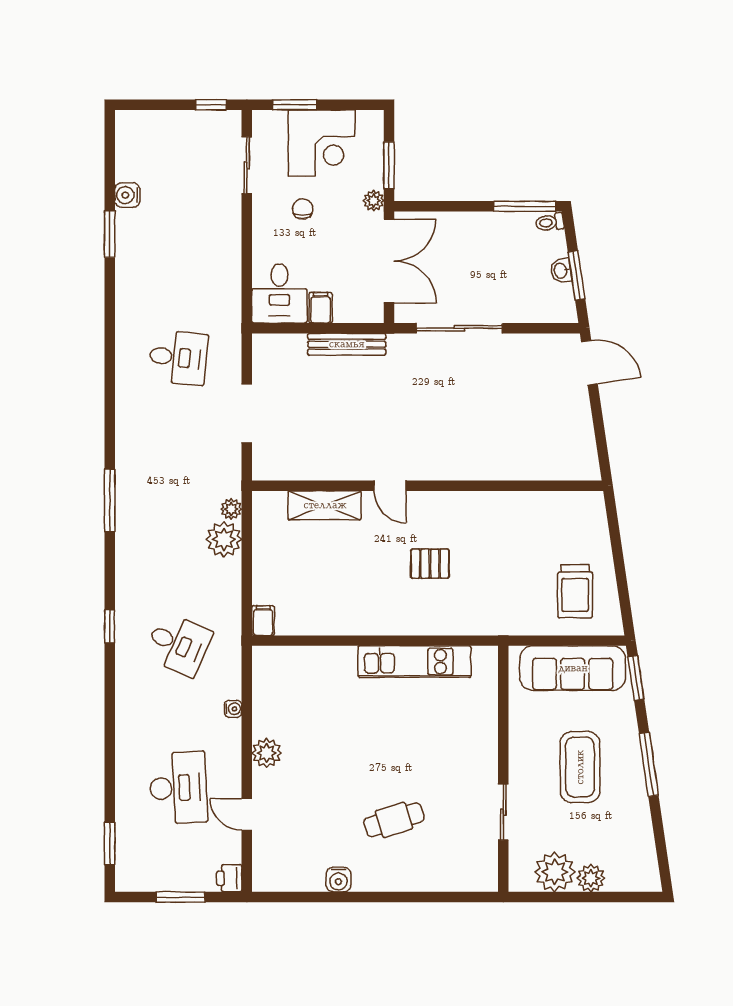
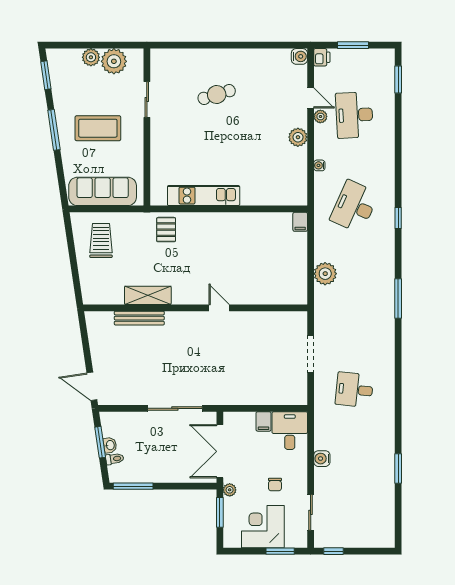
water cooler: (127, 195) -> (322, 459), moved, turned 180
toilet: (550, 222) -> (115, 459), moved
bench: (347, 344) -> (139, 318), moved
shelving: (325, 505) -> (148, 295), moved
plant: (231, 509) -> (320, 116), moved
pallet: (430, 564) -> (166, 230), moved, turned 90
desk: (178, 644) -> (354, 207), width x1.37
window: (636, 678) -> (46, 75), moved
coffee table: (580, 767) -> (98, 128), turned 90
water cooler: (339, 880) -> (299, 56), moved, turned 90

